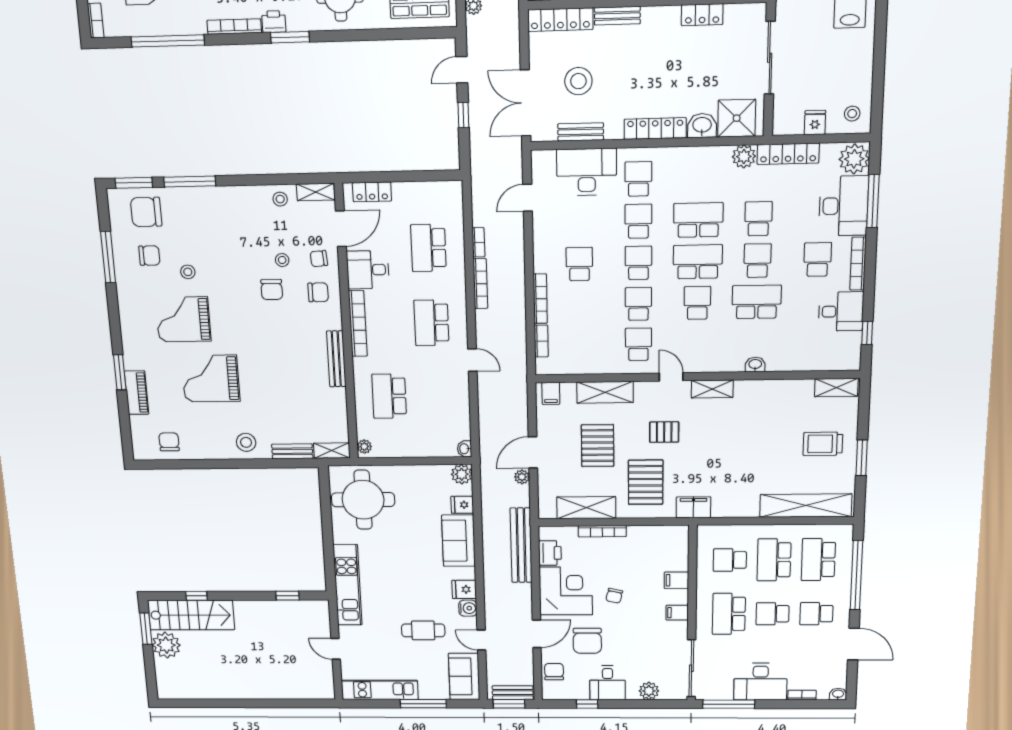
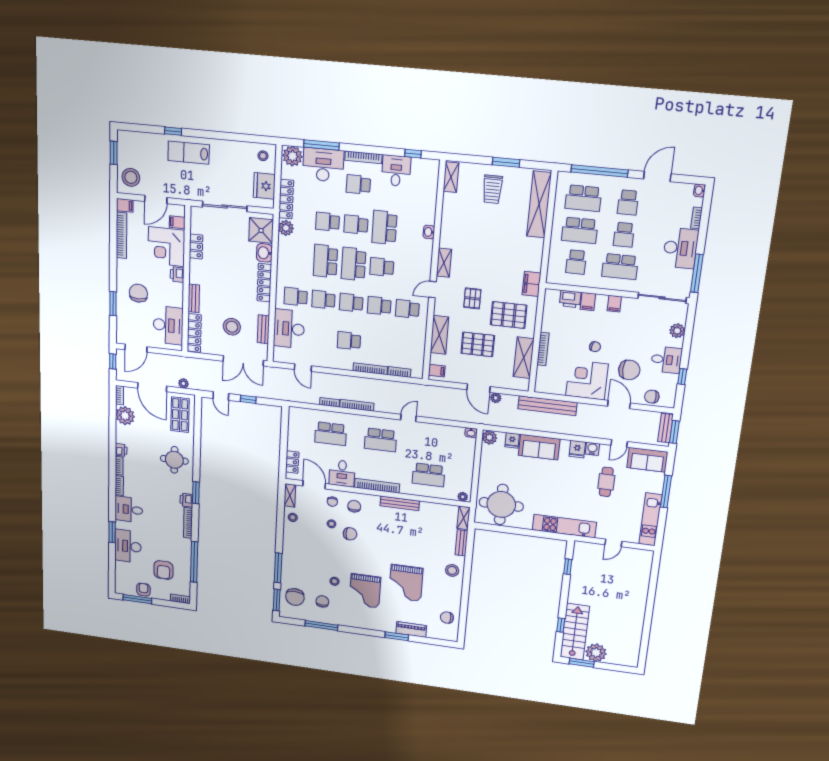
fridge: (815, 123) -> (264, 186), width x1.88, depth x1.34
printer: (550, 553) -> (570, 299), moved, turned 180

